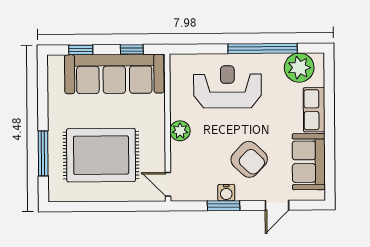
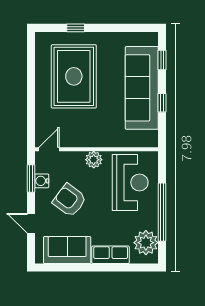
wall: (168, 128) -> (96, 149), moved
plant: (180, 131) -> (94, 160), moved
window: (43, 153) -> (76, 28), width x0.46
armchair: (249, 159) -> (69, 200), turned 84
door: (168, 184) -> (49, 149), moved

